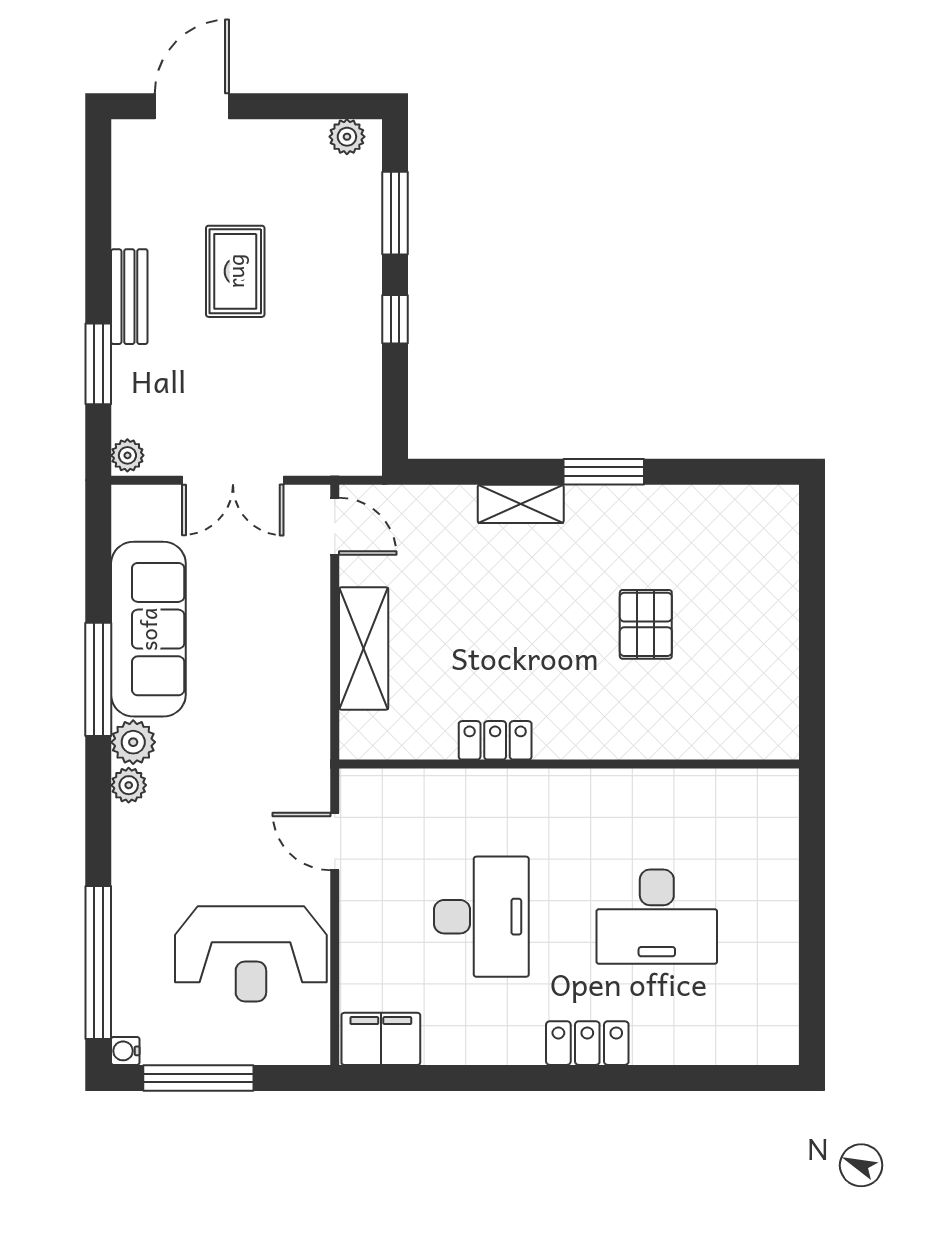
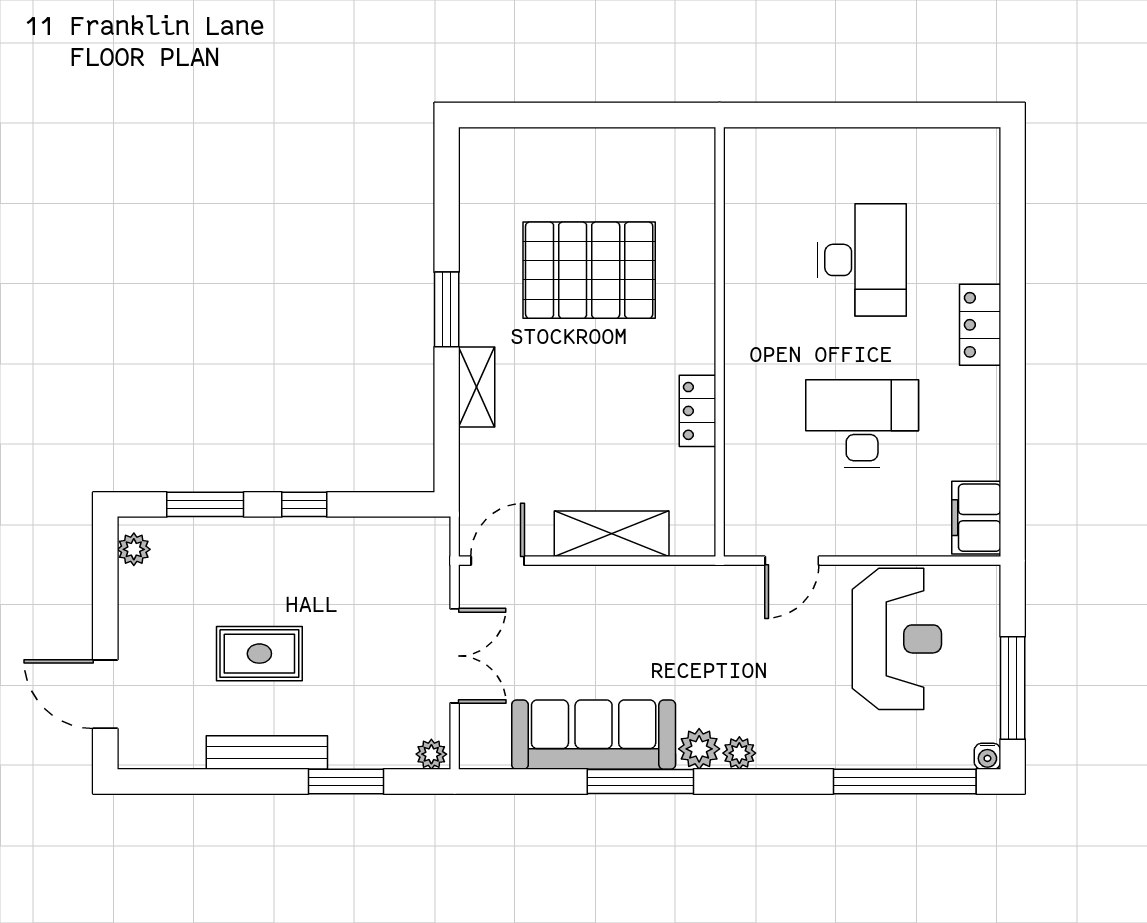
bench: (129, 297) -> (267, 752), width x1.36
pallet: (646, 624) -> (589, 270), width x2.05, depth x2.00

